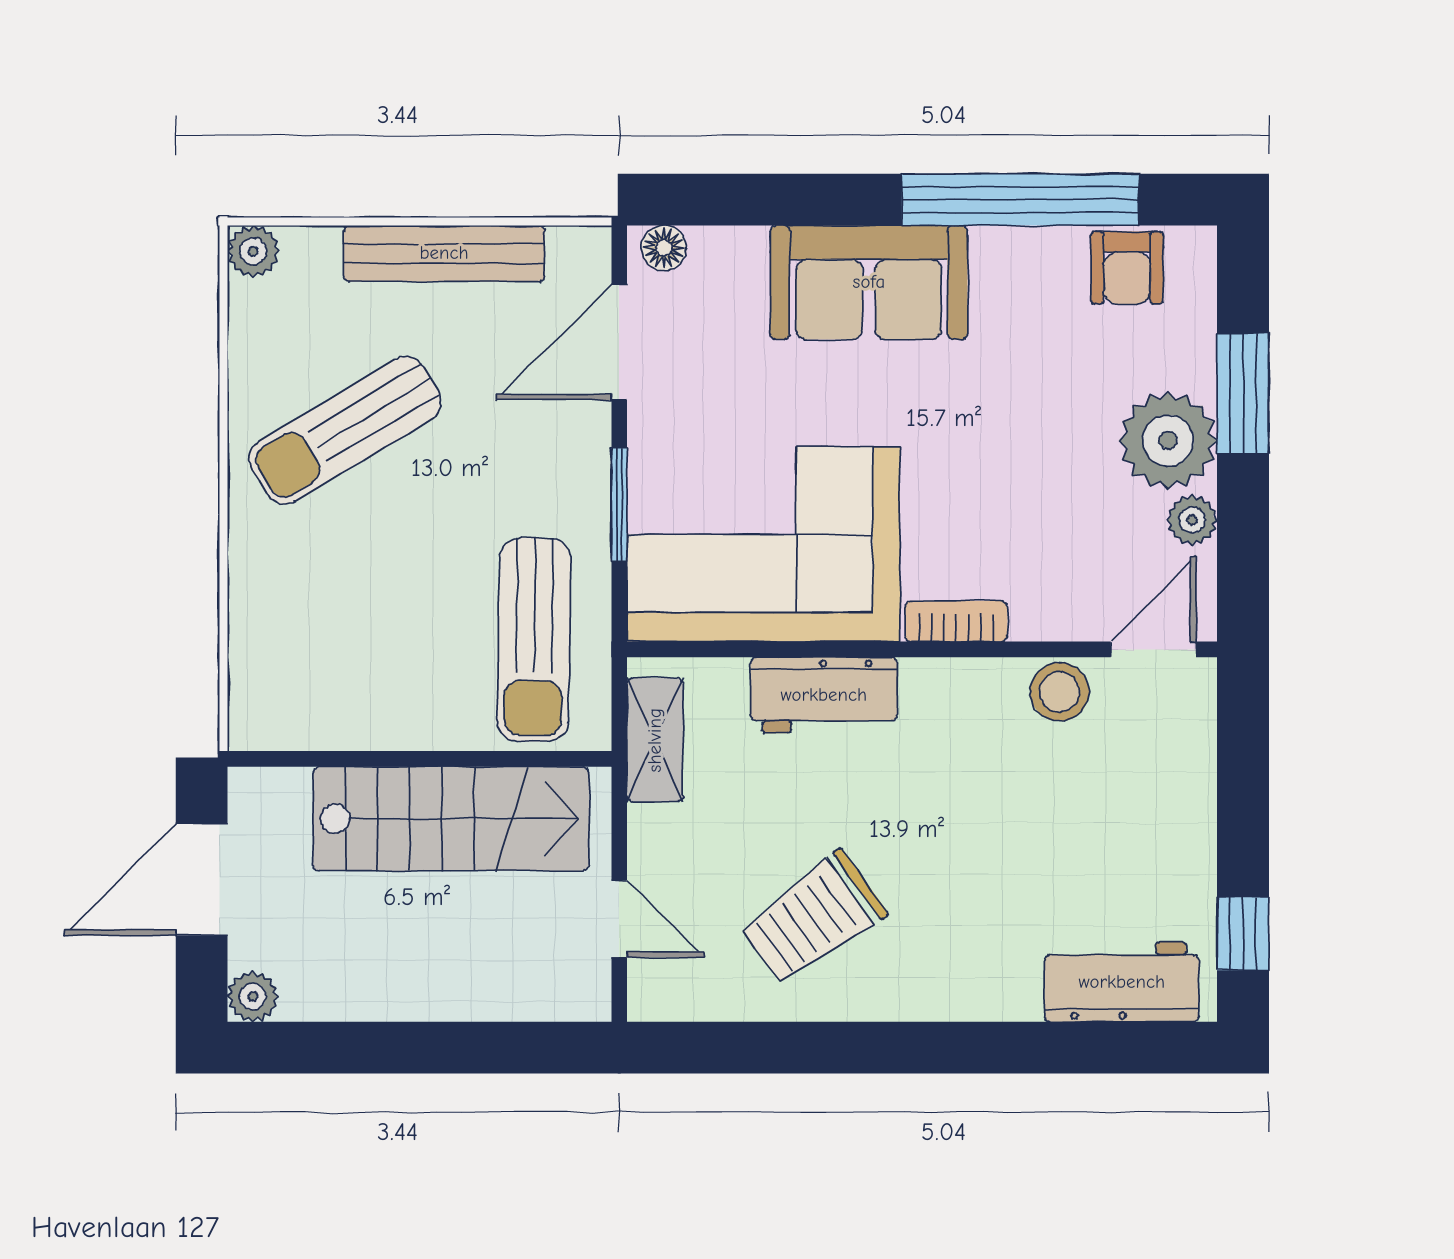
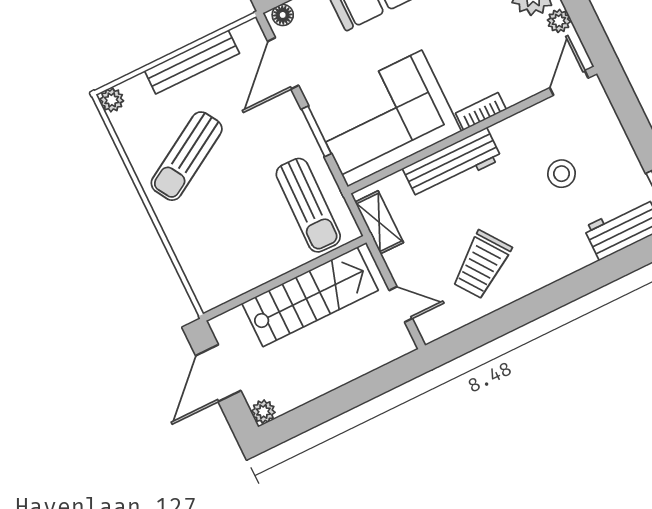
stool: (1060, 692) -> (562, 174), moved
workbench: (824, 695) -> (452, 164), width x1.38

